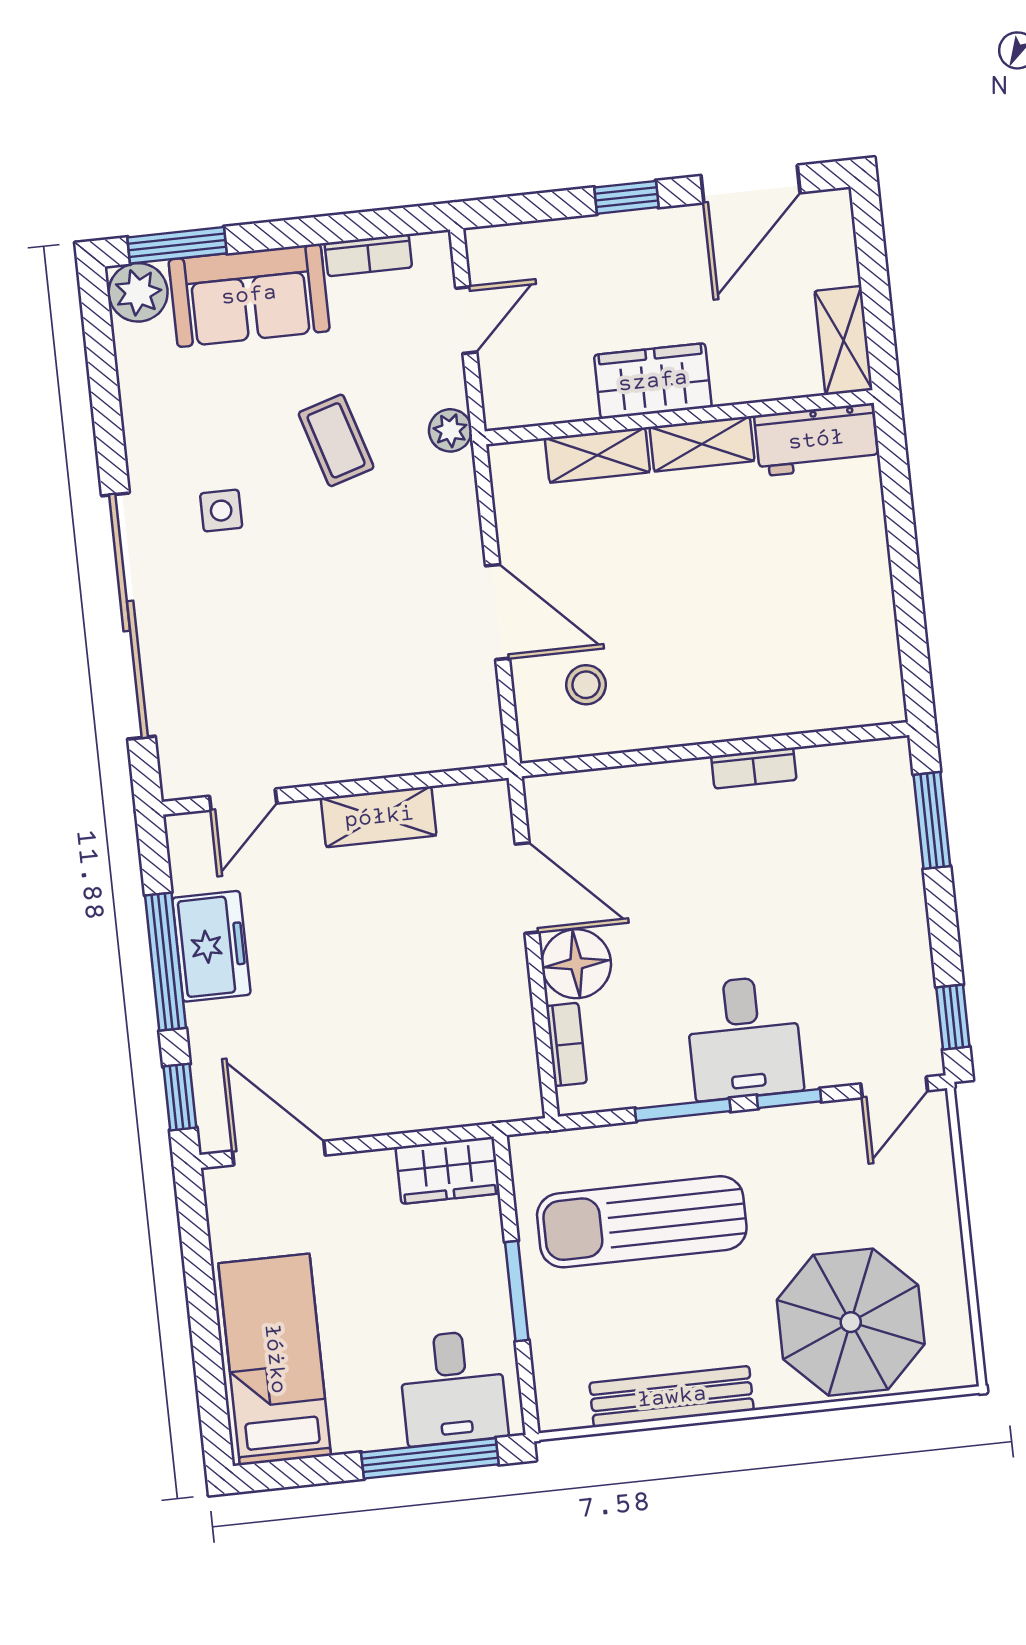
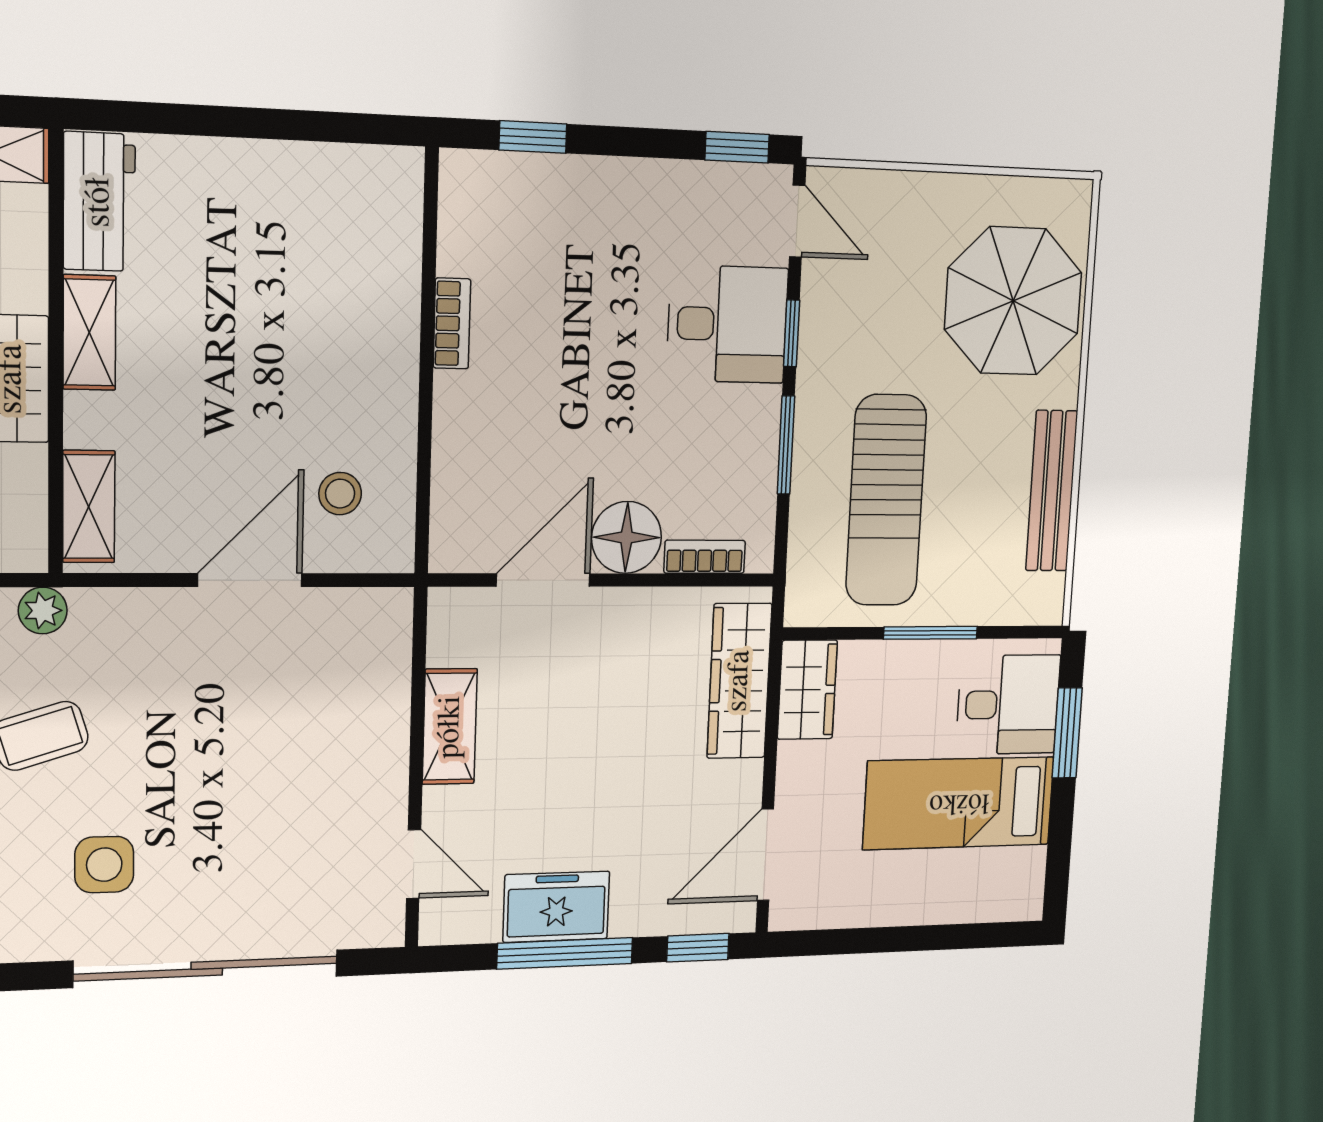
shelving: (597, 455) -> (89, 507), moved
side table: (221, 511) -> (104, 865), width x1.37, depth x1.37
window: (932, 820) -> (533, 137), width x0.67
desk: (744, 1038) -> (727, 324), moved
wardrobe: (450, 1099) -> (739, 681), added
bed: (275, 1359) -> (959, 803), moved
window: (430, 1458) -> (1067, 733), width x0.69

